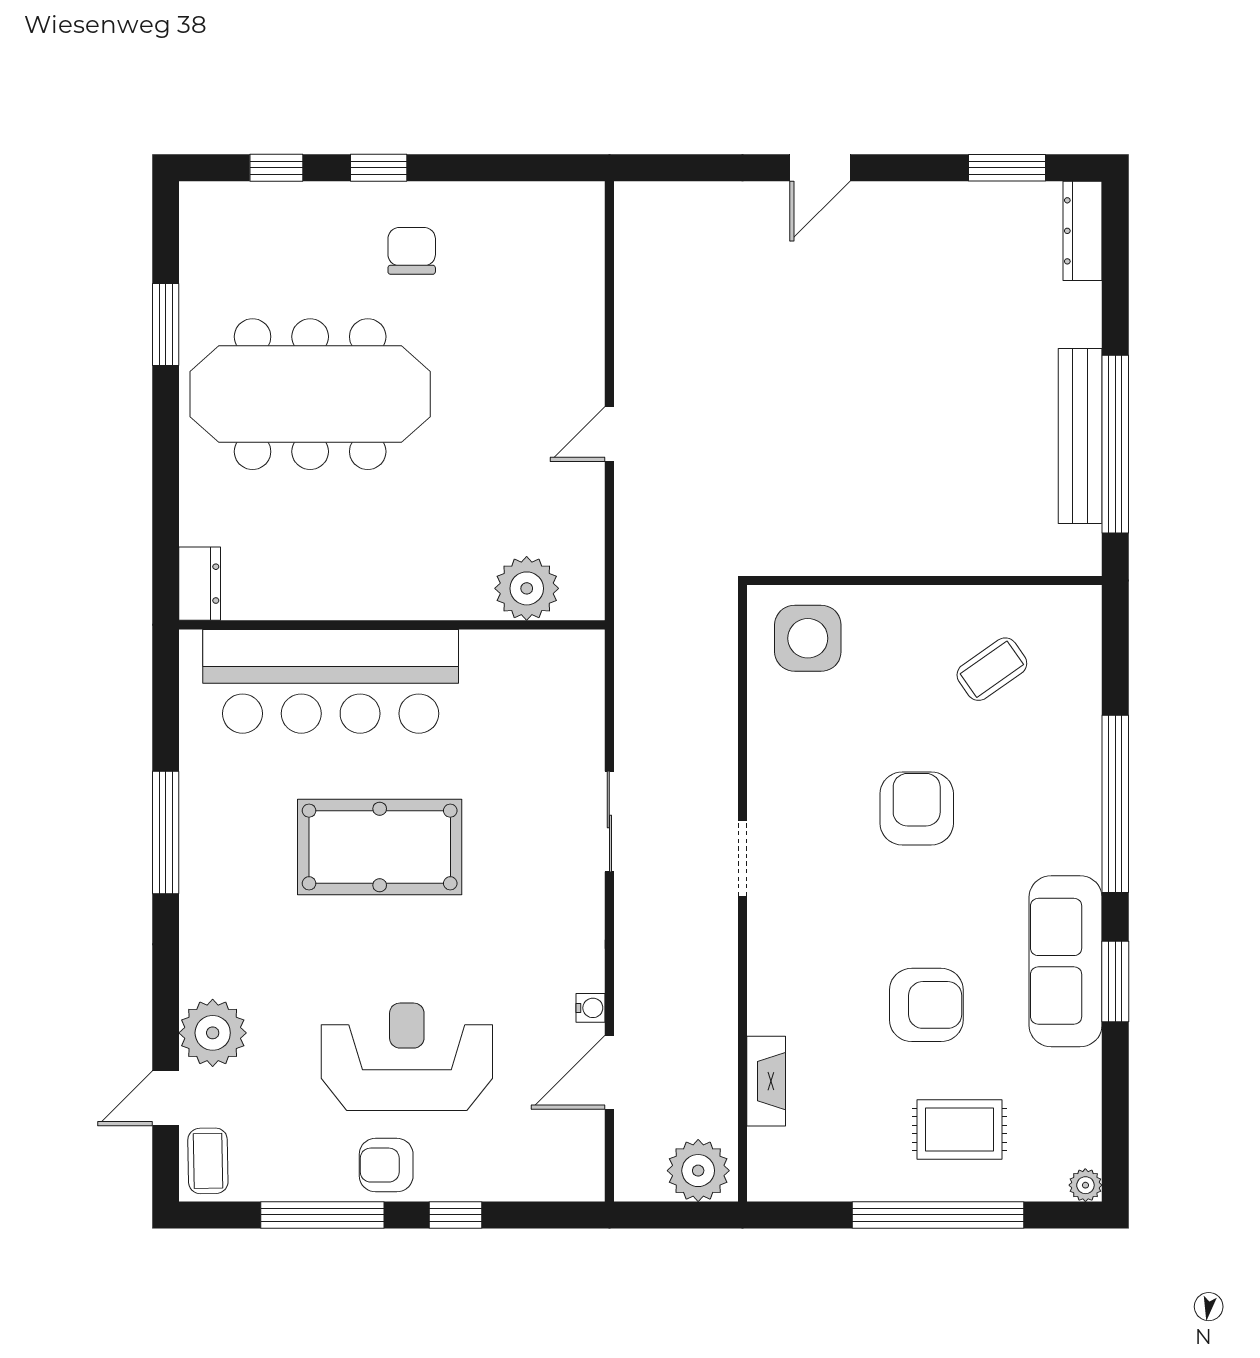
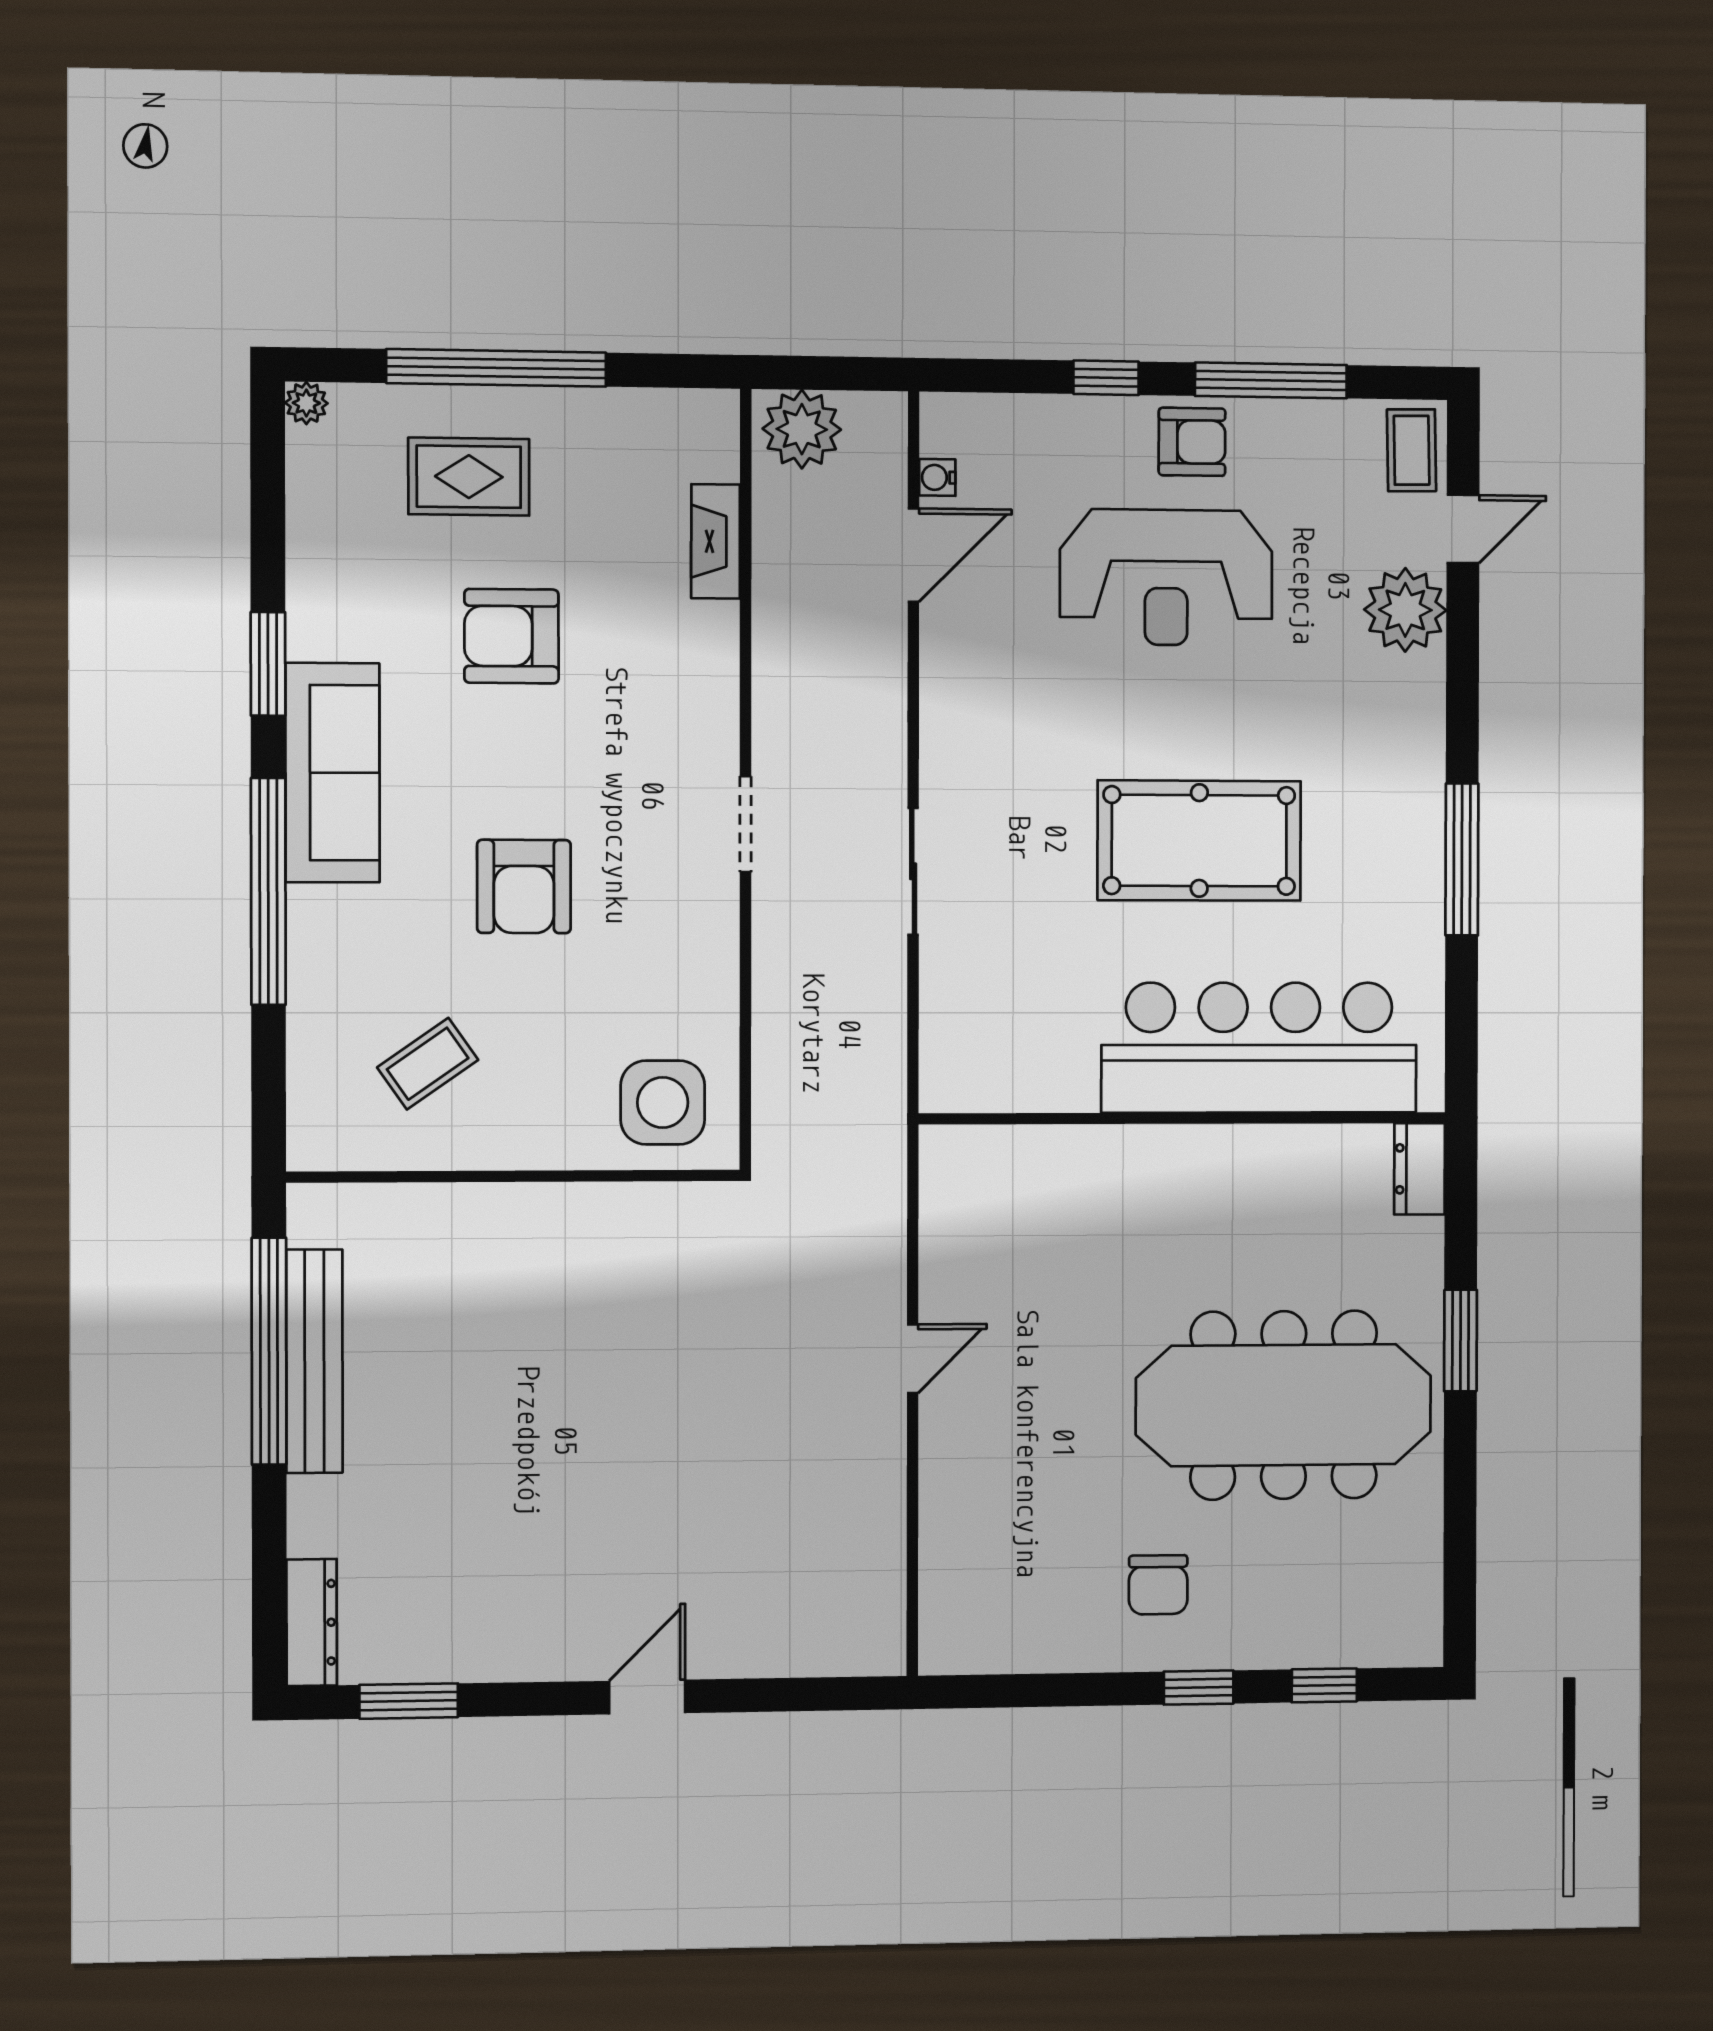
window: (166, 325) -> (1460, 1341), moved
plant: (527, 588) -> (1016, 1164), removed
sofa: (1066, 961) -> (333, 773), moved
water cooler: (591, 1008) -> (937, 477), moved

